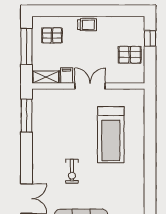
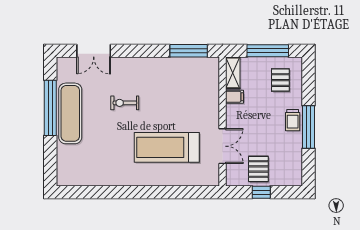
window: (93, 11) -> (309, 127), added
window: (150, 38) -> (261, 192), moved
double door: (90, 86) -> (222, 146), moved

